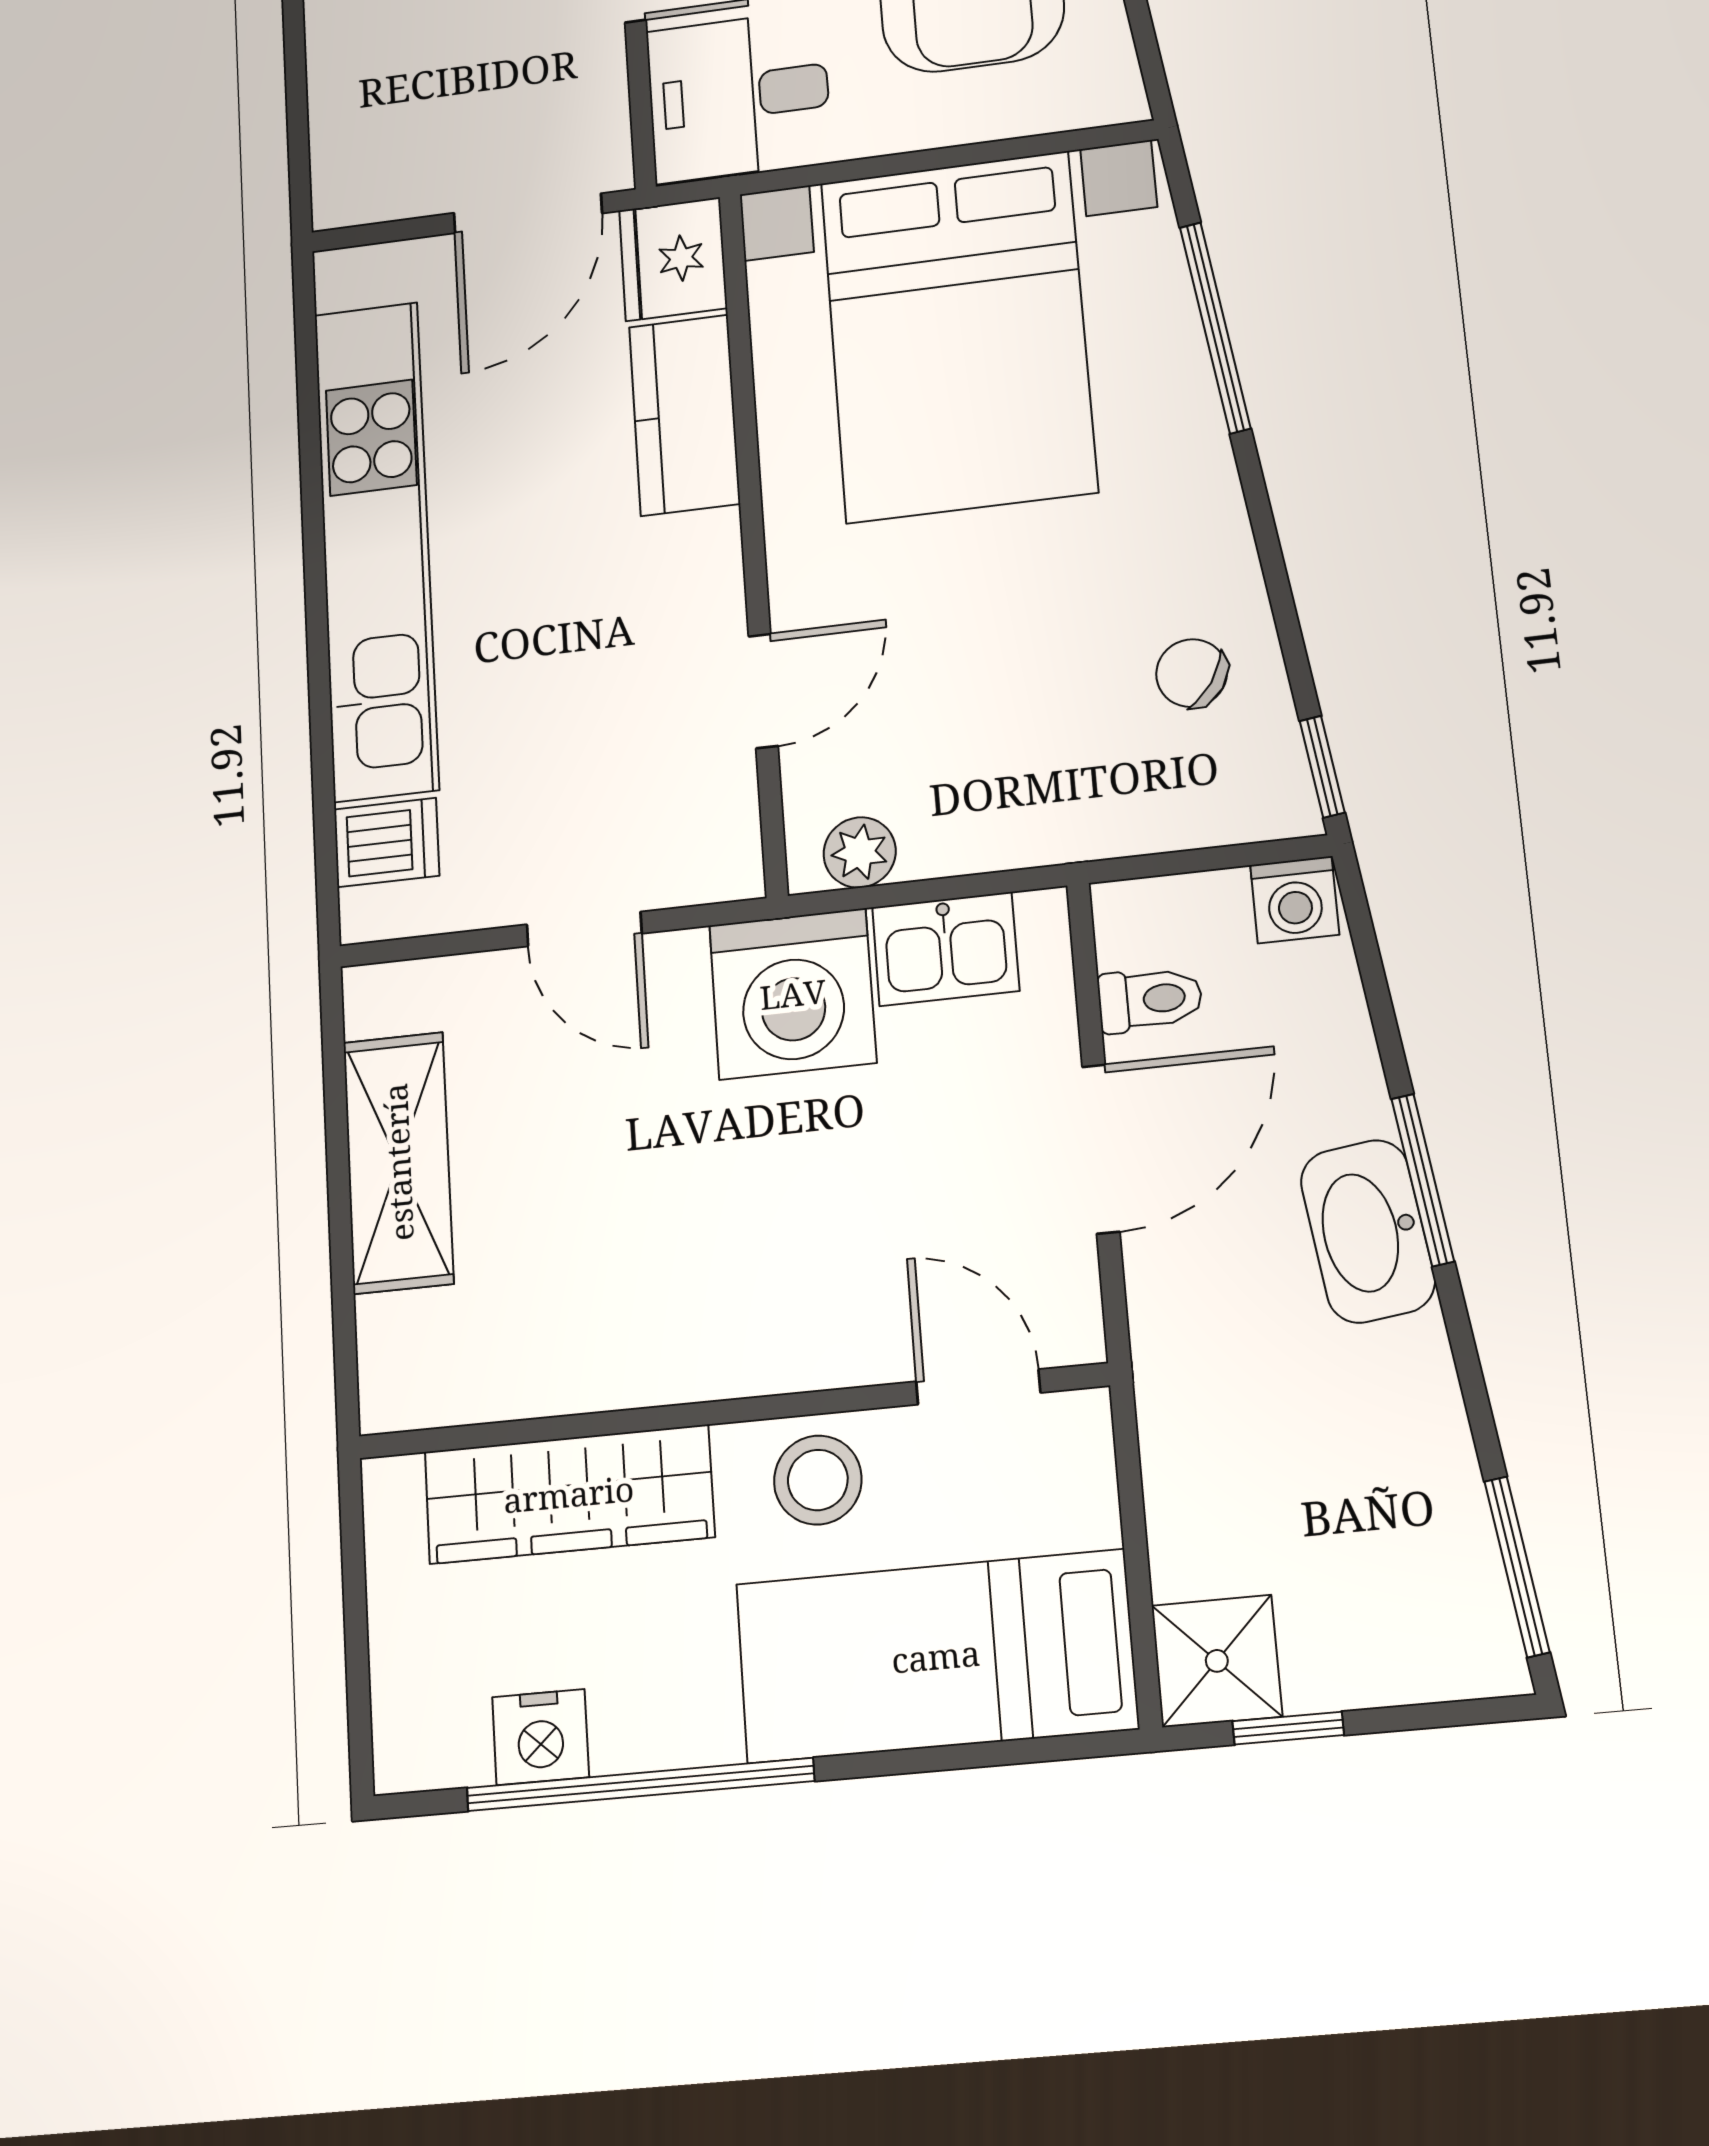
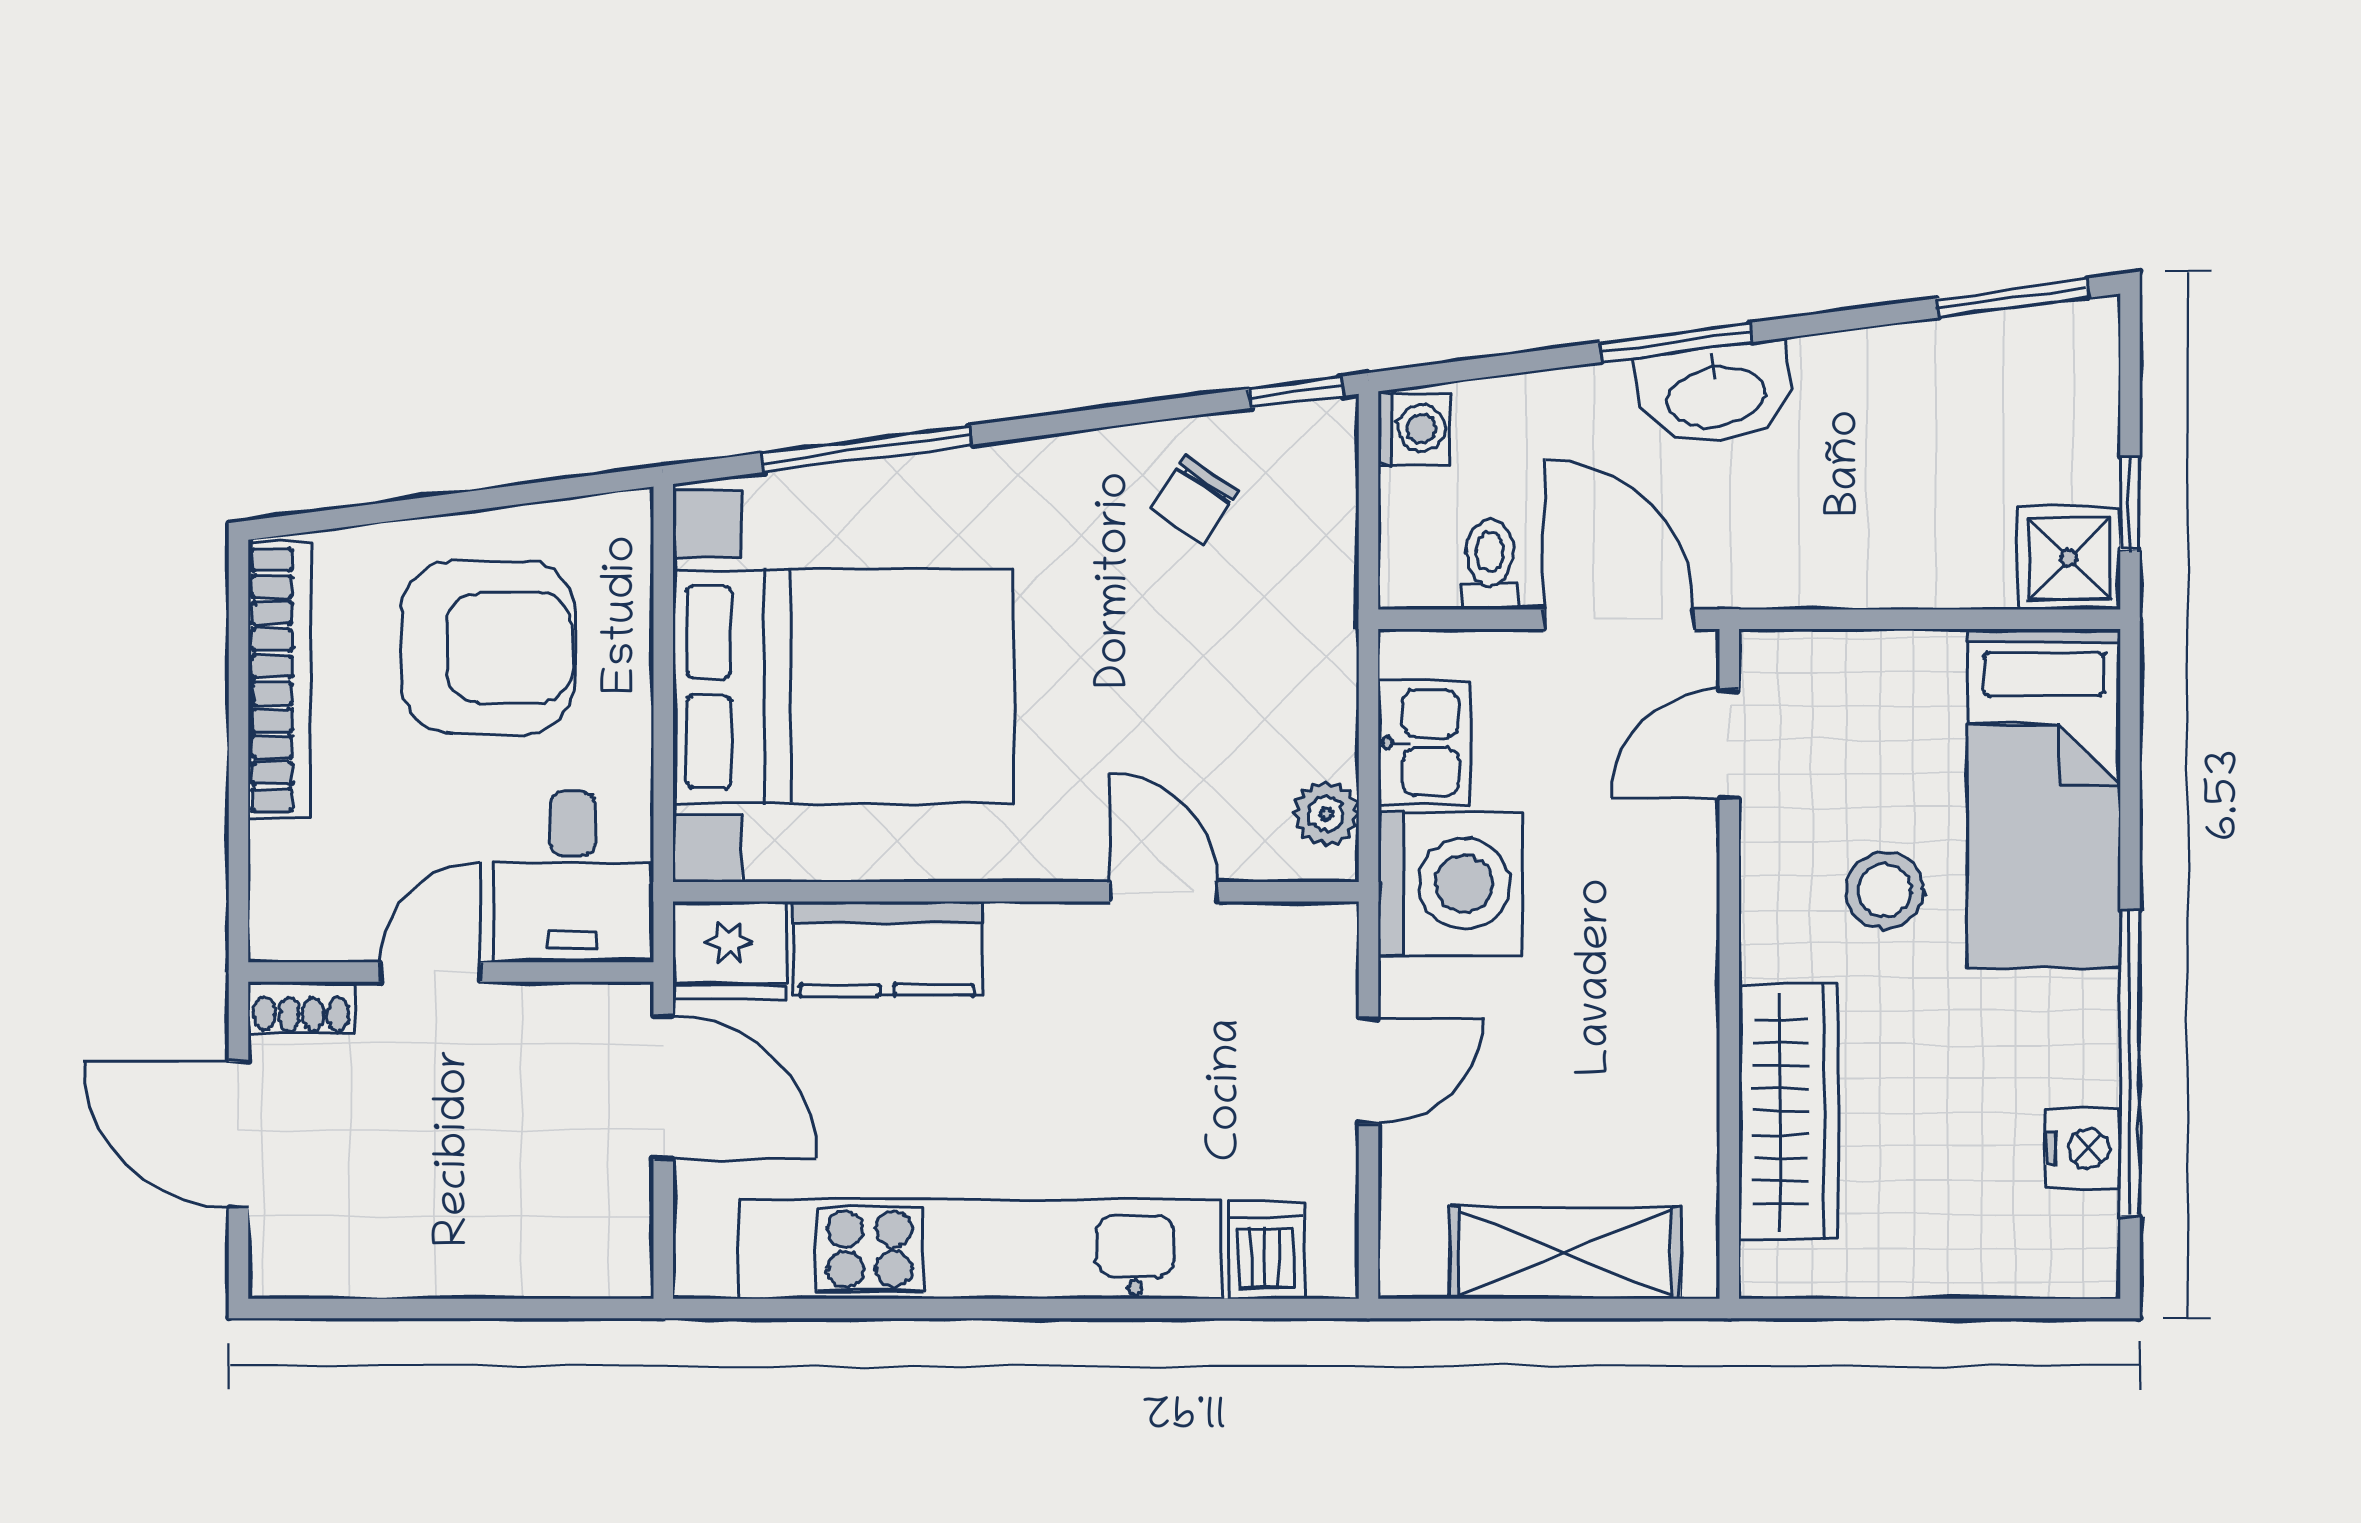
door: (978, 1387) -> (1729, 744), moved
wall: (730, 1411) -> (1729, 964), moved
wardrobe: (569, 1494) -> (1788, 1112), moved

